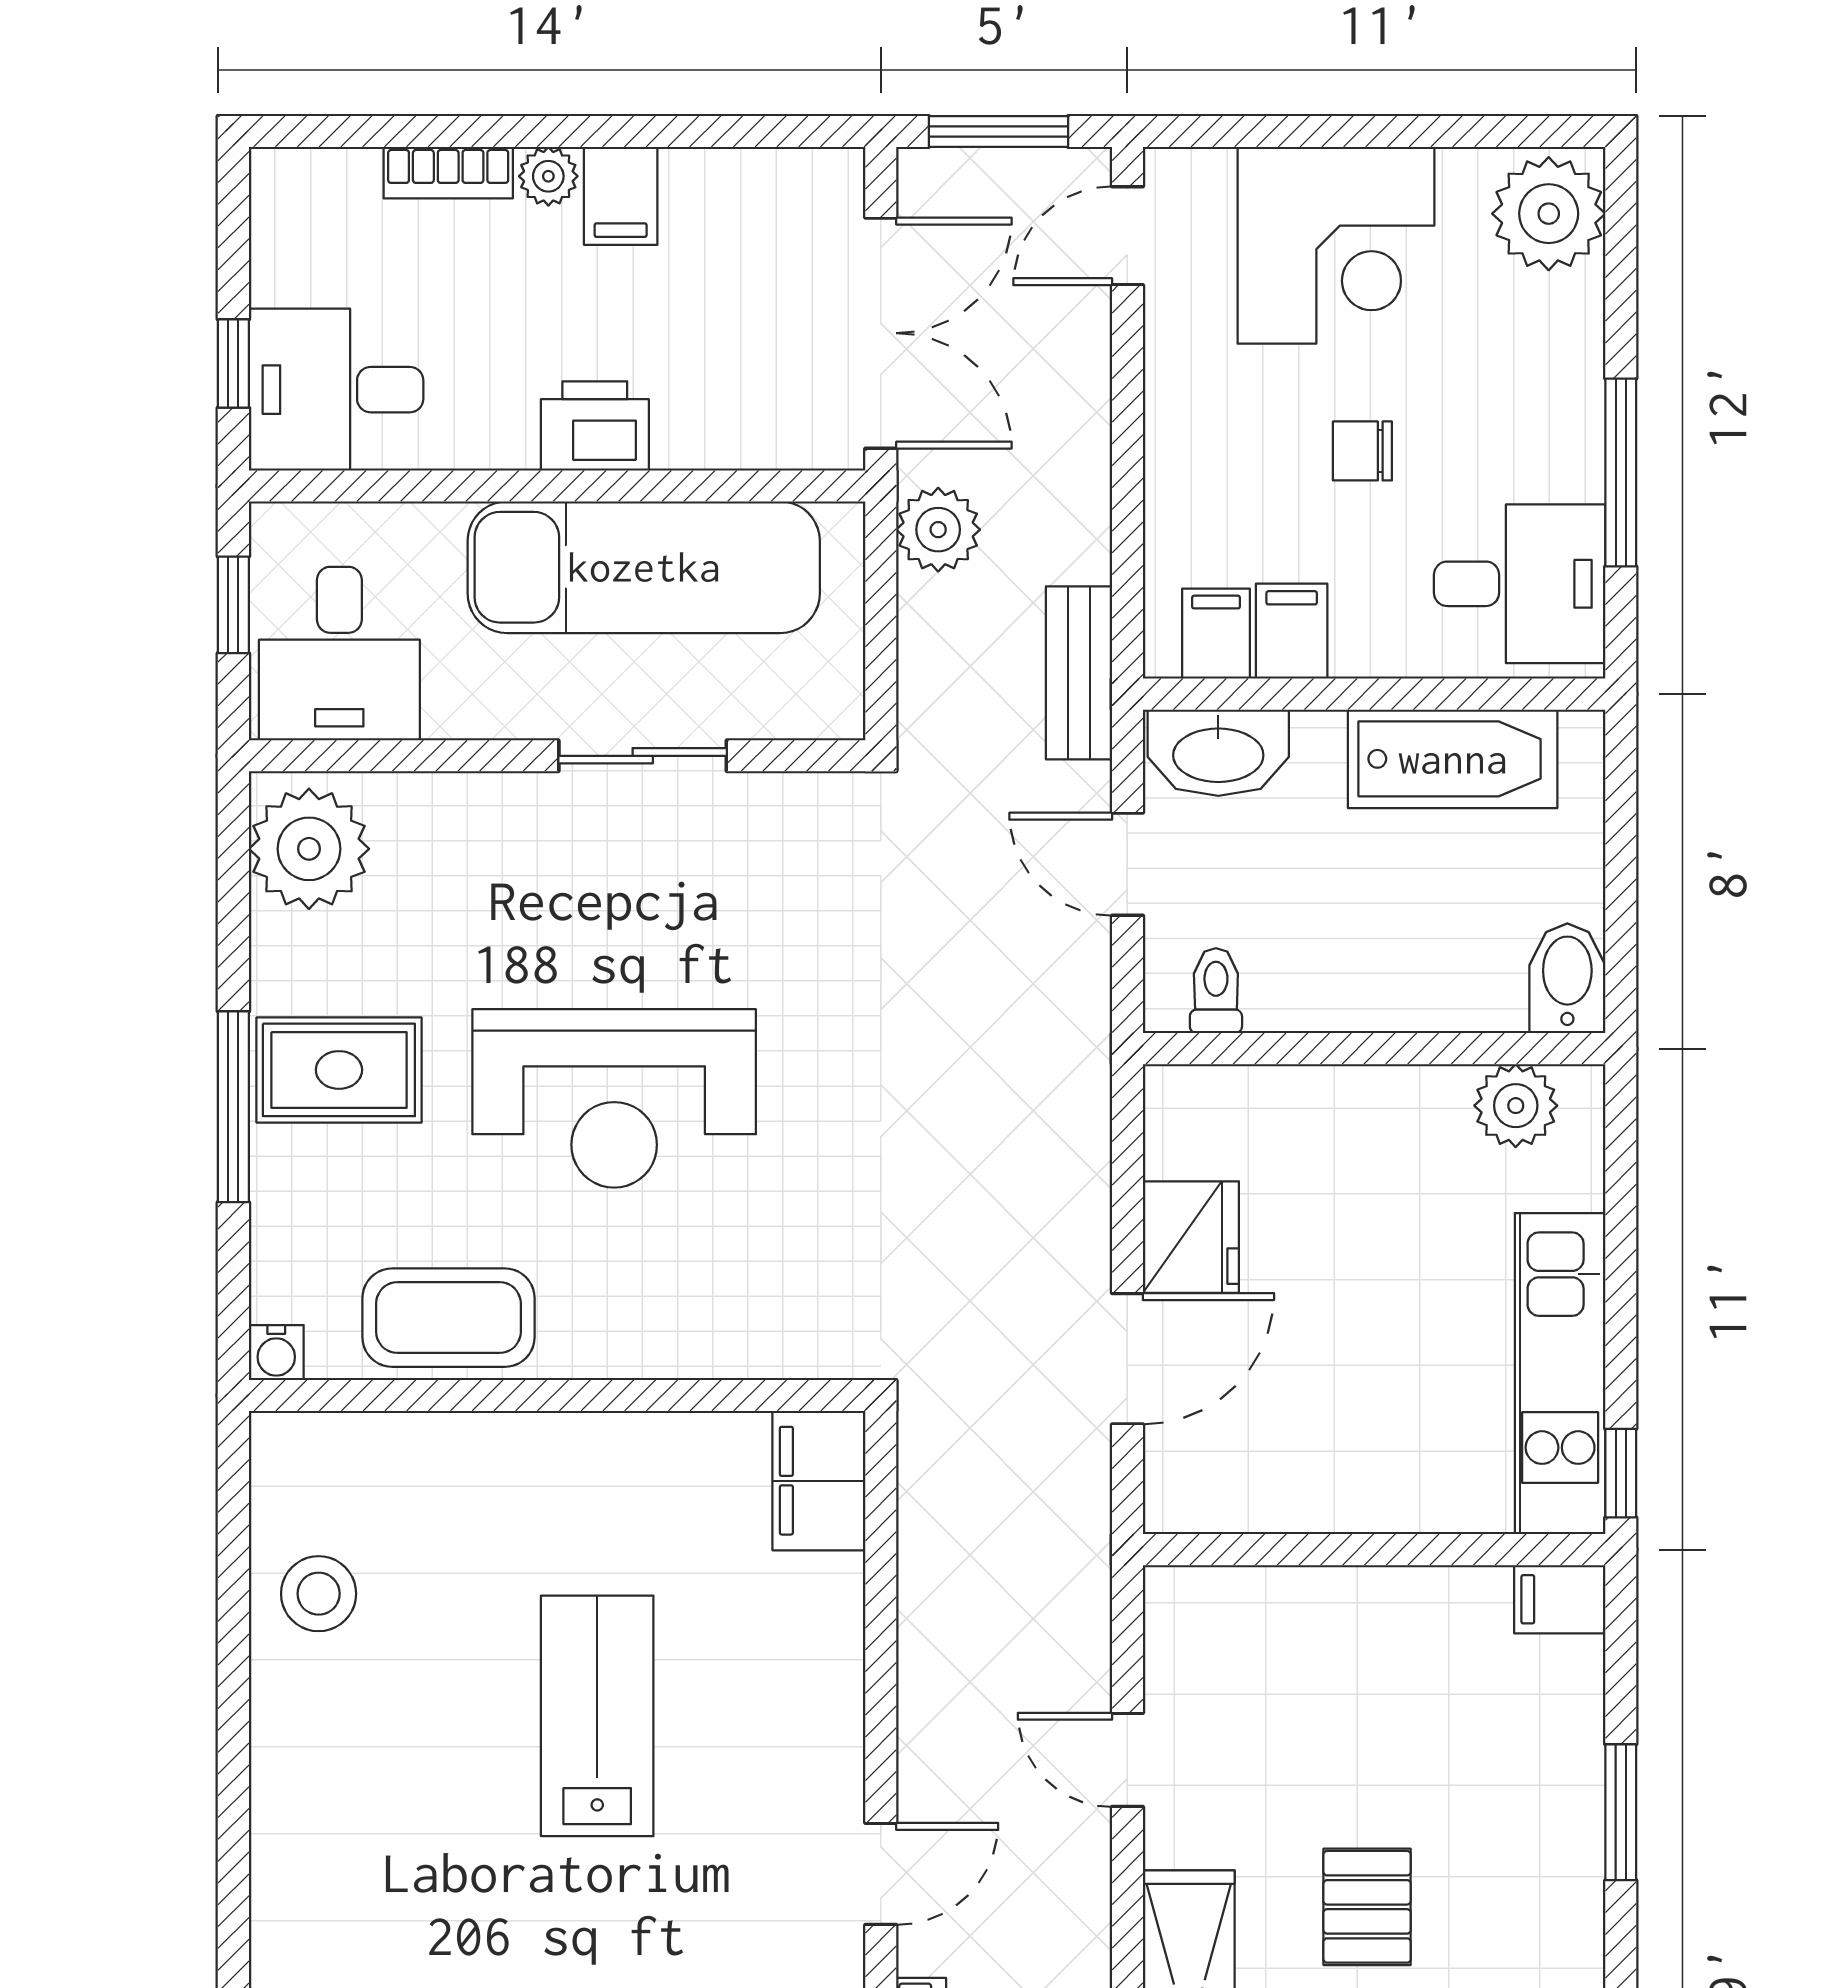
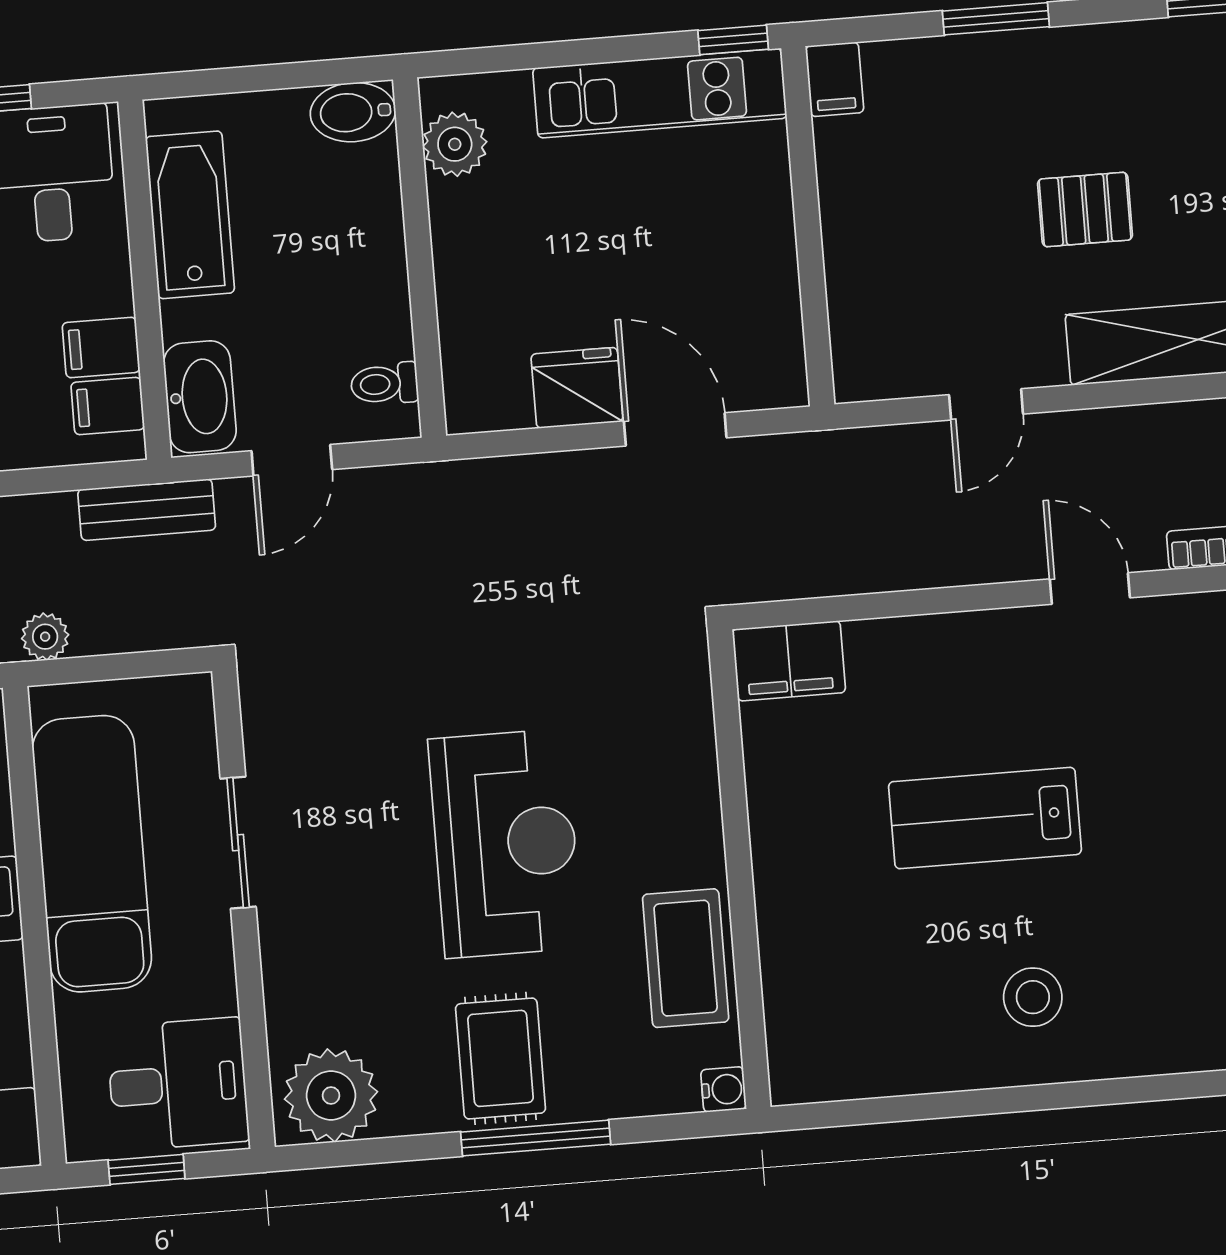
plant: (938, 530) -> (45, 637), width x0.73, depth x0.73
stool: (319, 1594) -> (1033, 997), moved

